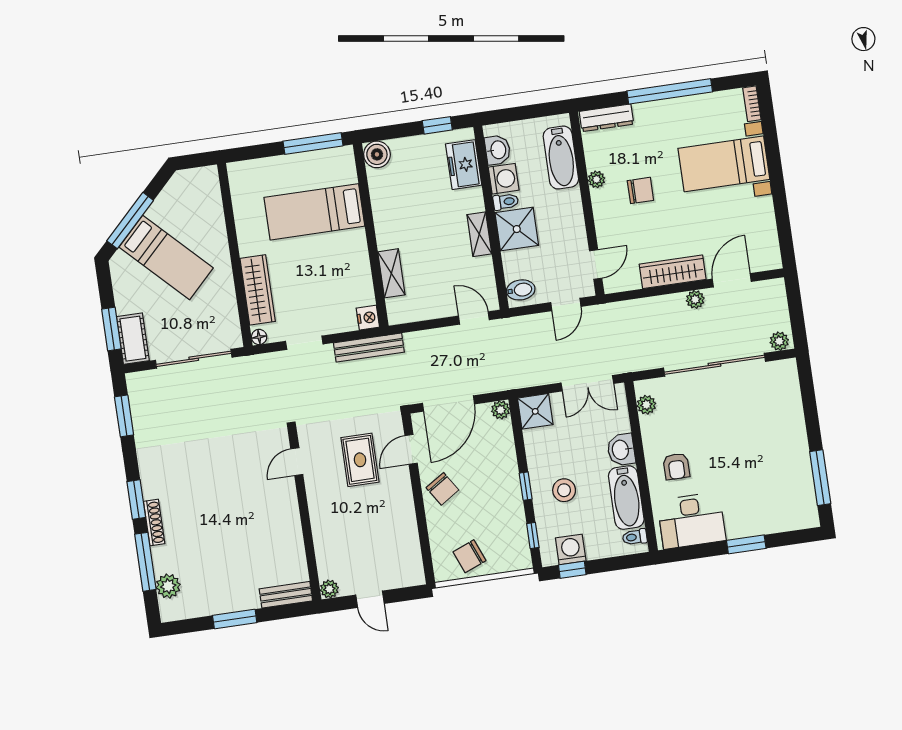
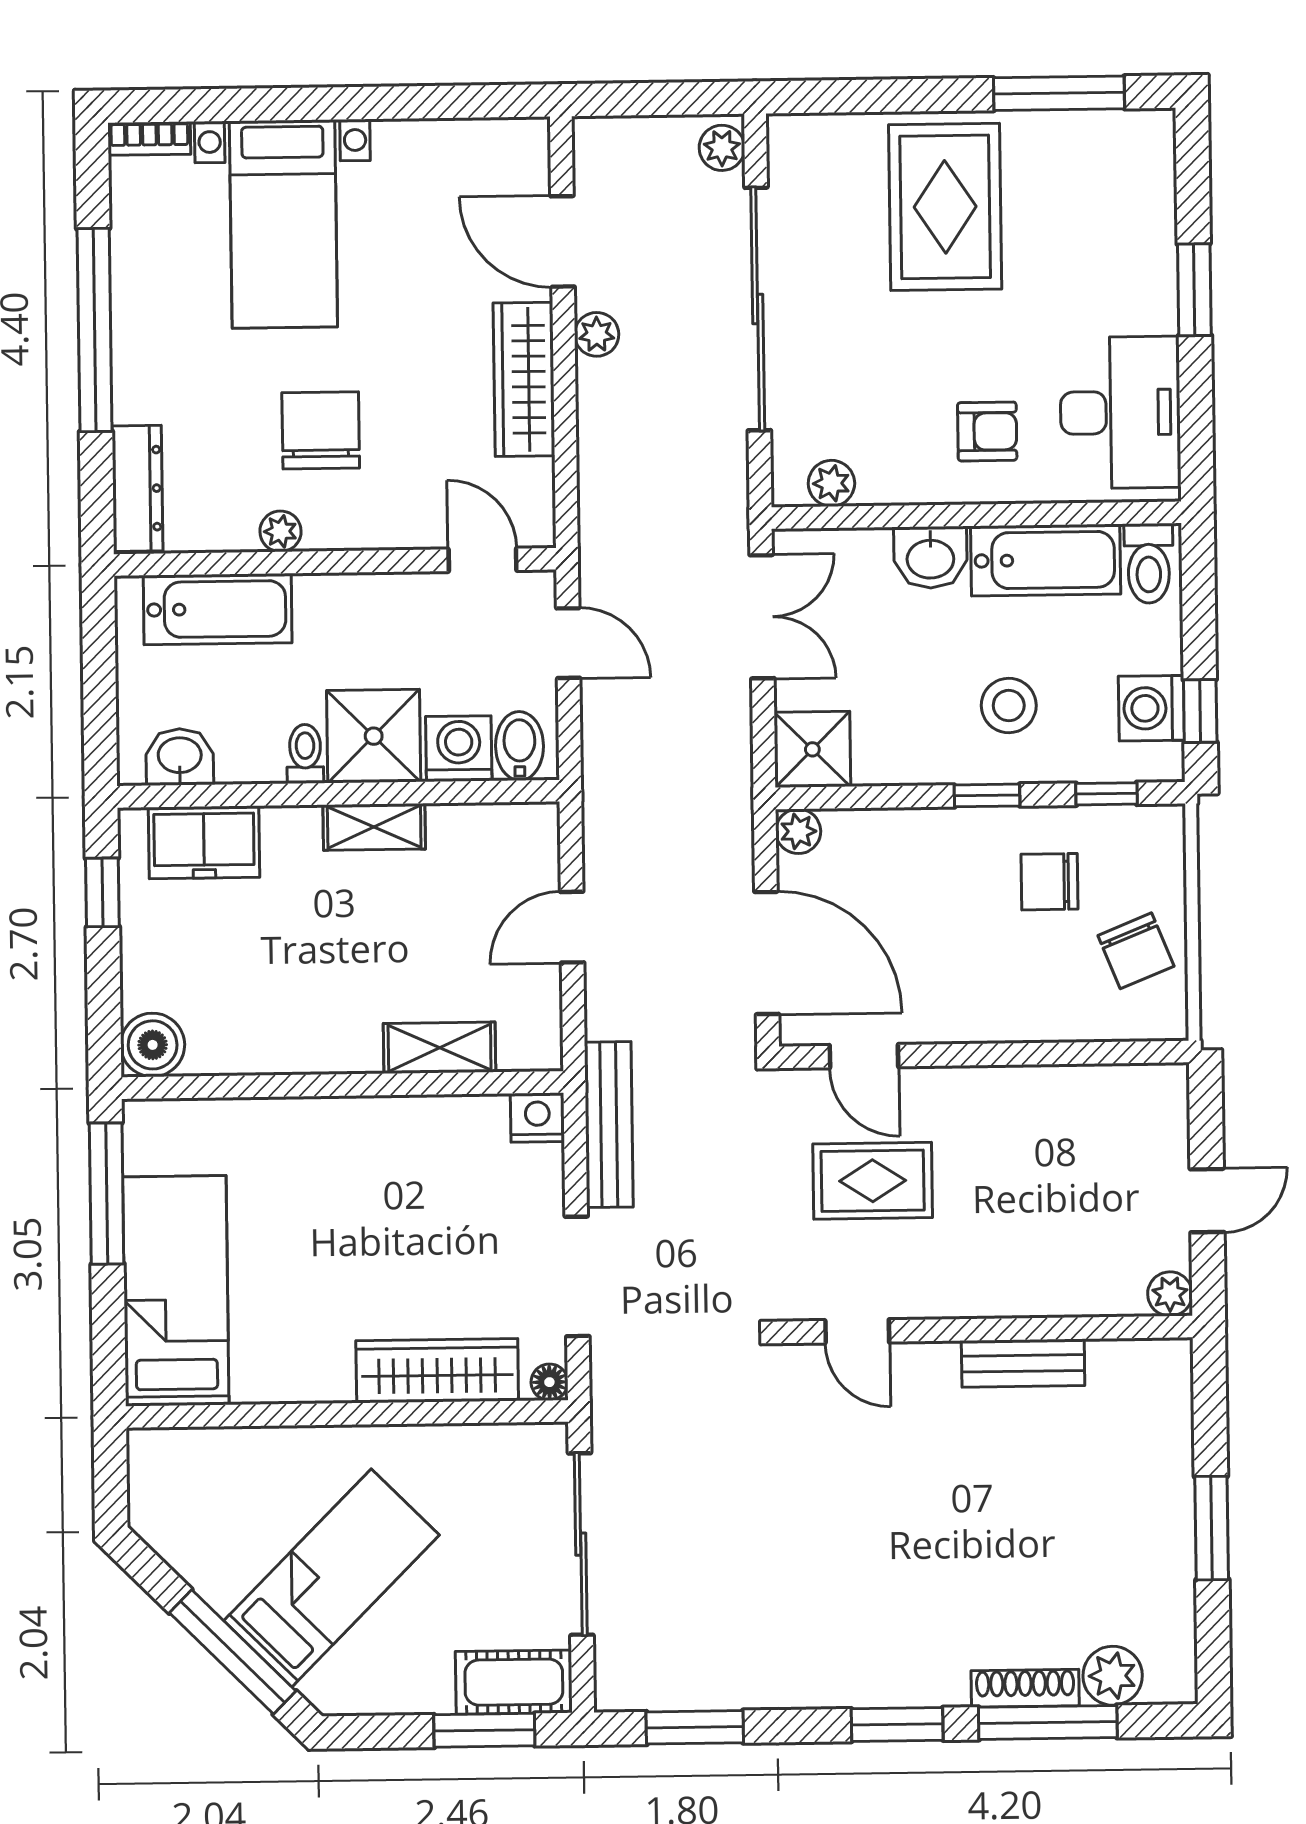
washing machine: (504, 179) -> (459, 749), moved
chair: (640, 190) -> (321, 430), width x1.37, depth x1.37
bed: (314, 212) -> (176, 1291), moved, turned 180
door: (474, 318) -> (572, 927), moved
doorway: (304, 343) -> (577, 1276), width x1.38
rug: (767, 437) -> (945, 207), added
chair: (442, 489) -> (1050, 882), moved, turned -147
shoe rack: (154, 523) -> (1025, 1688), moved
toilet: (635, 537) -> (1149, 563), width x1.37, depth x1.39
bench: (286, 595) -> (1023, 1363), moved, turned 90

